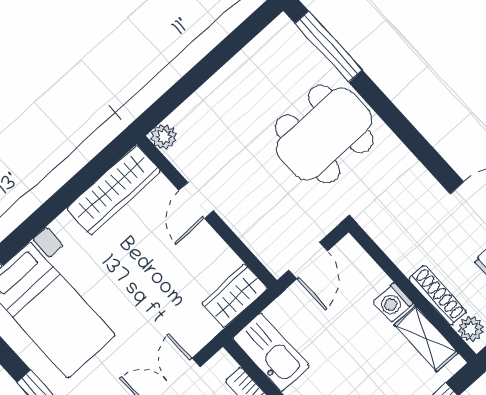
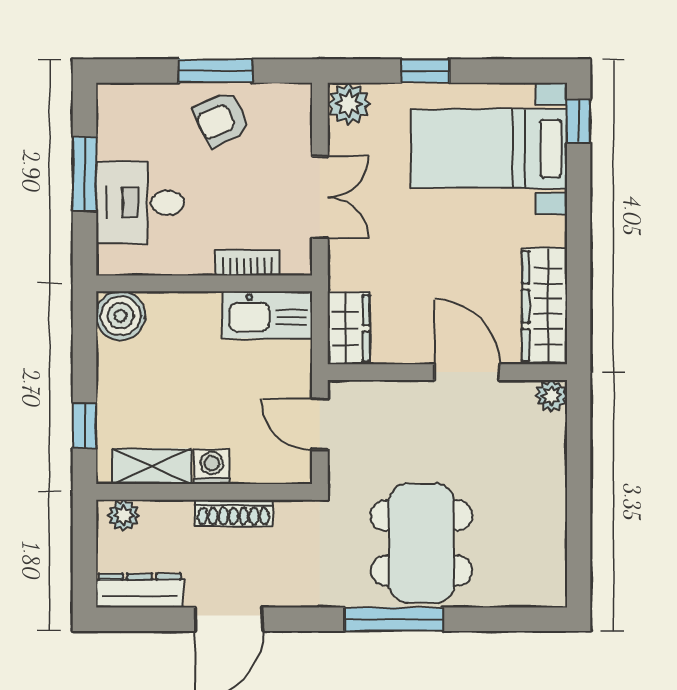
window: (329, 47) -> (394, 619), moved
door: (196, 200) -> (467, 372), width x1.38
shoe rack: (438, 295) -> (233, 513), moved

